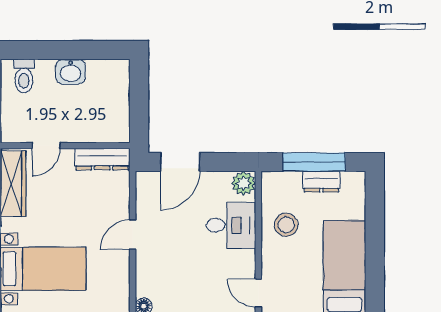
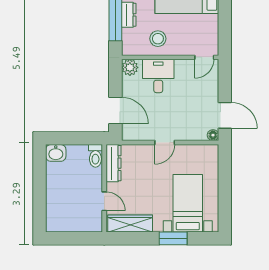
washbasin: (71, 72) -> (56, 153), moved, turned 90
toilet: (24, 76) -> (95, 156), moved, turned 90
door: (133, 235) -> (165, 143), hinge flipped

